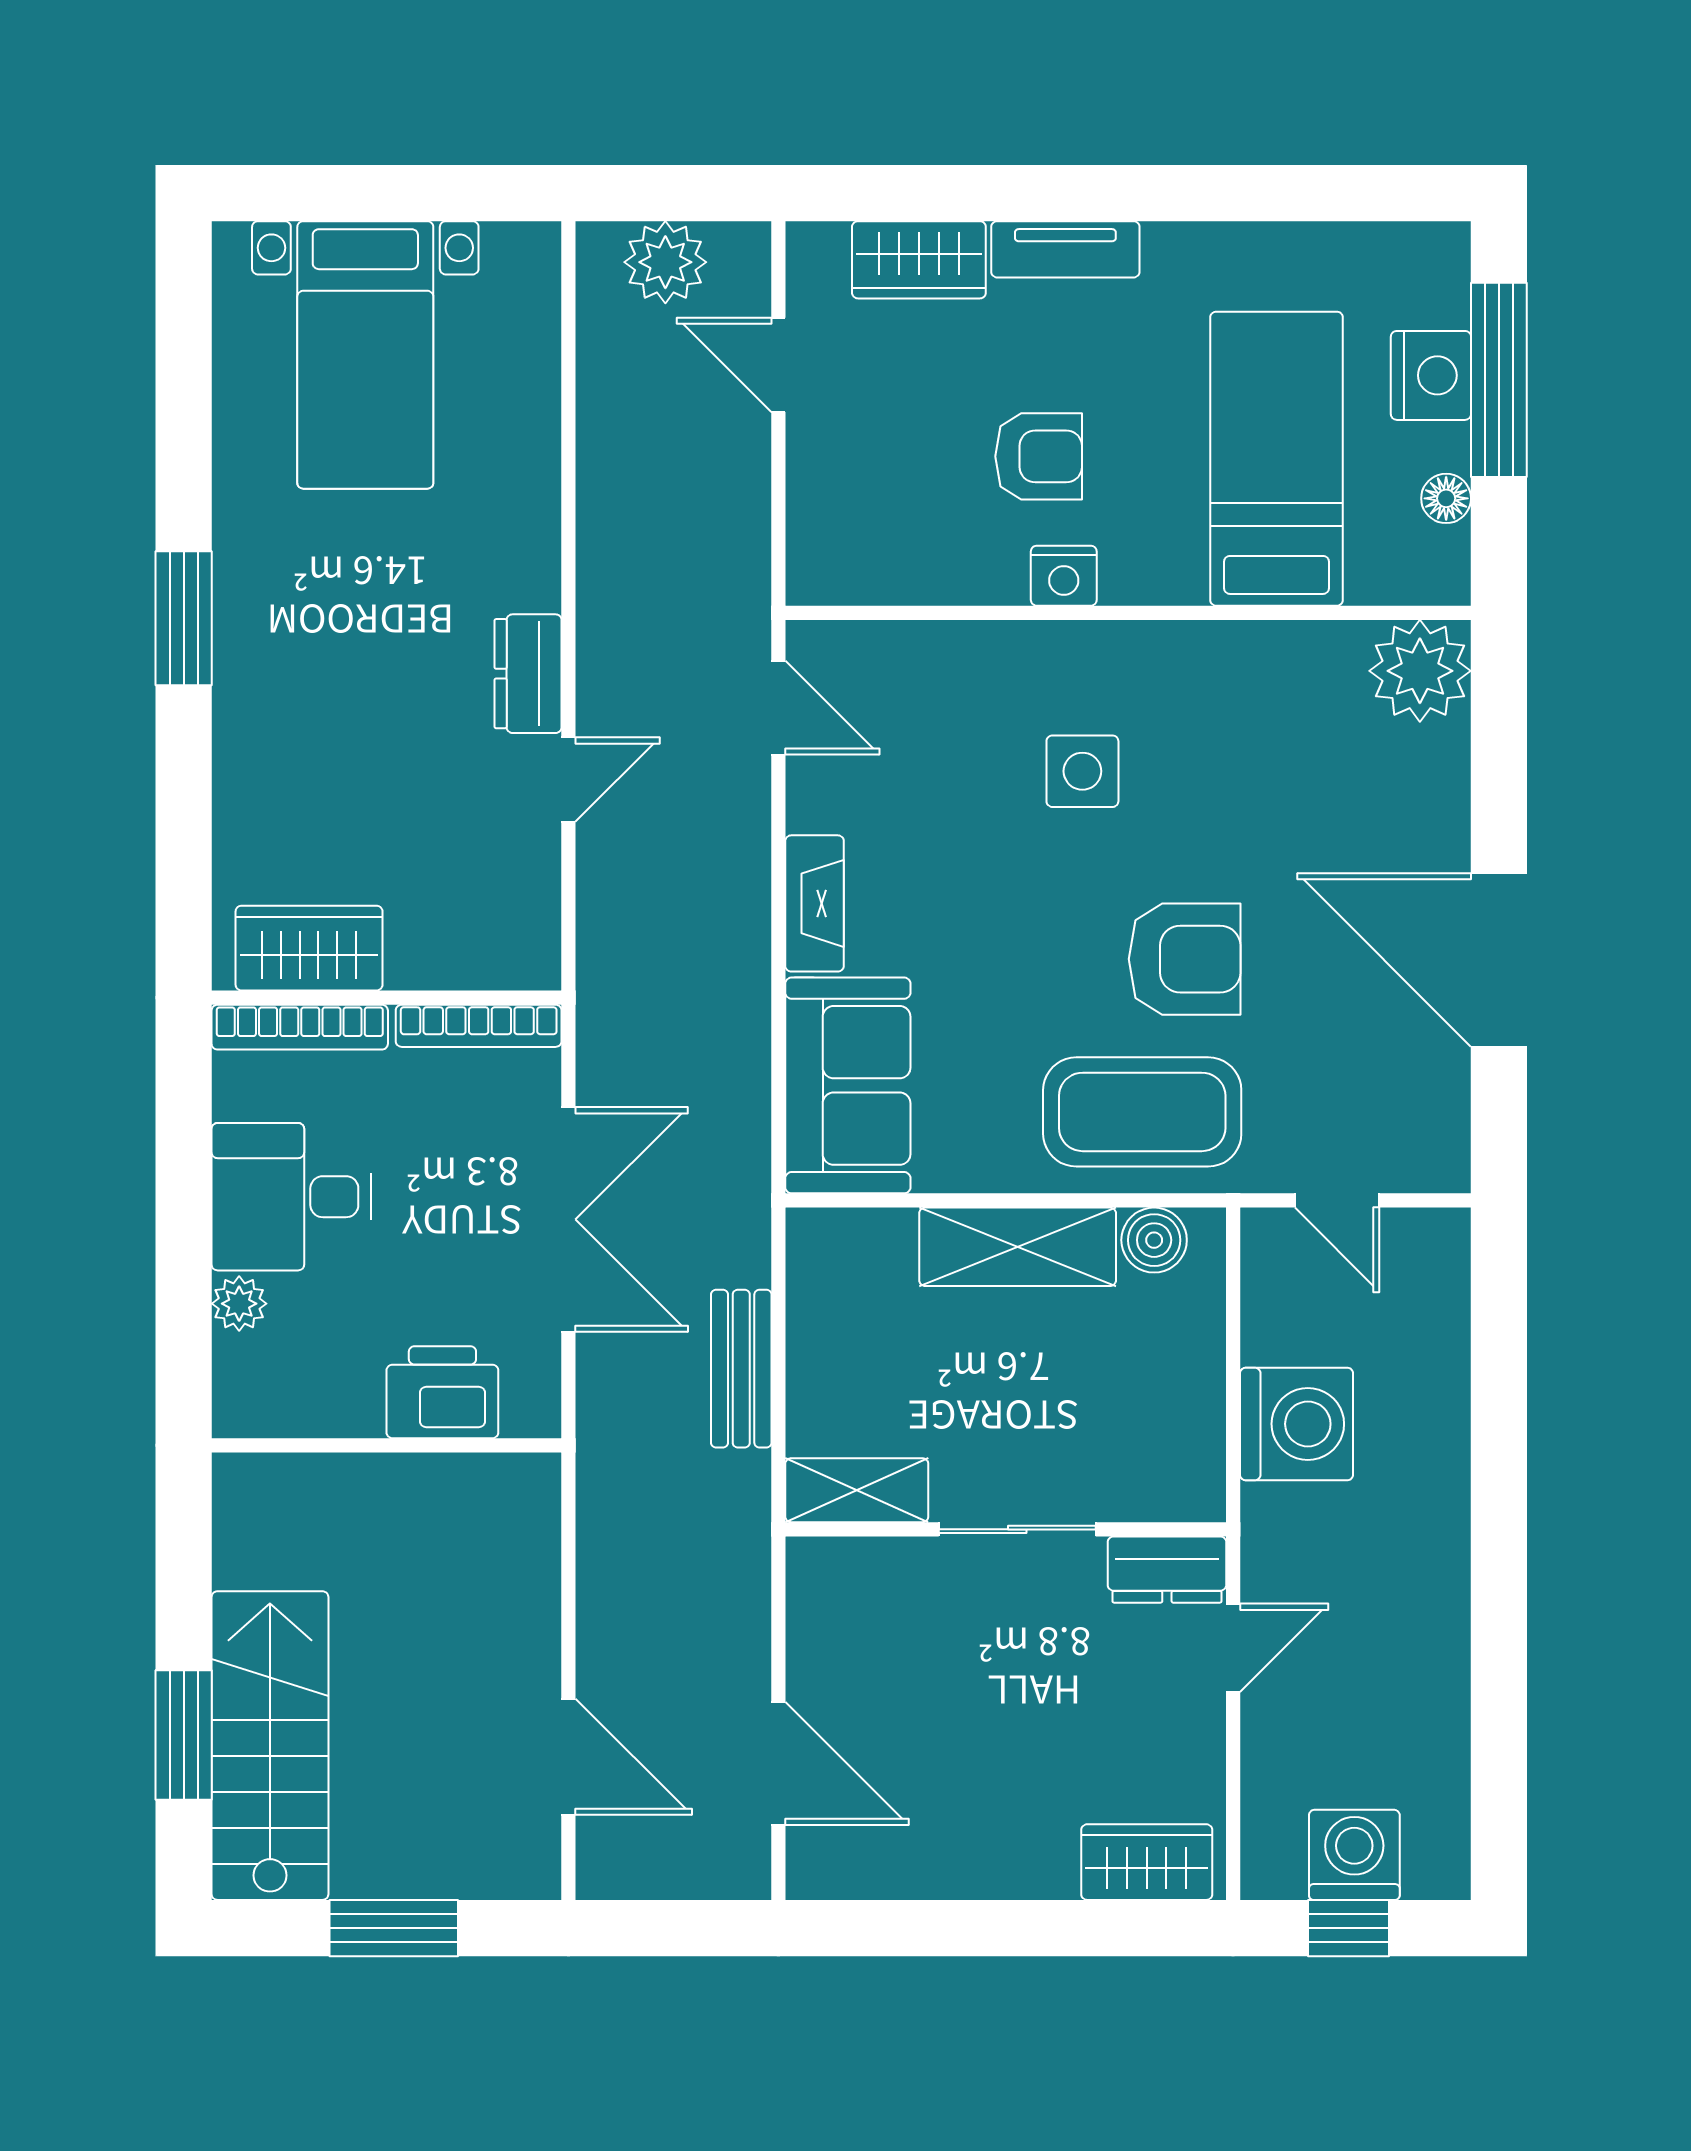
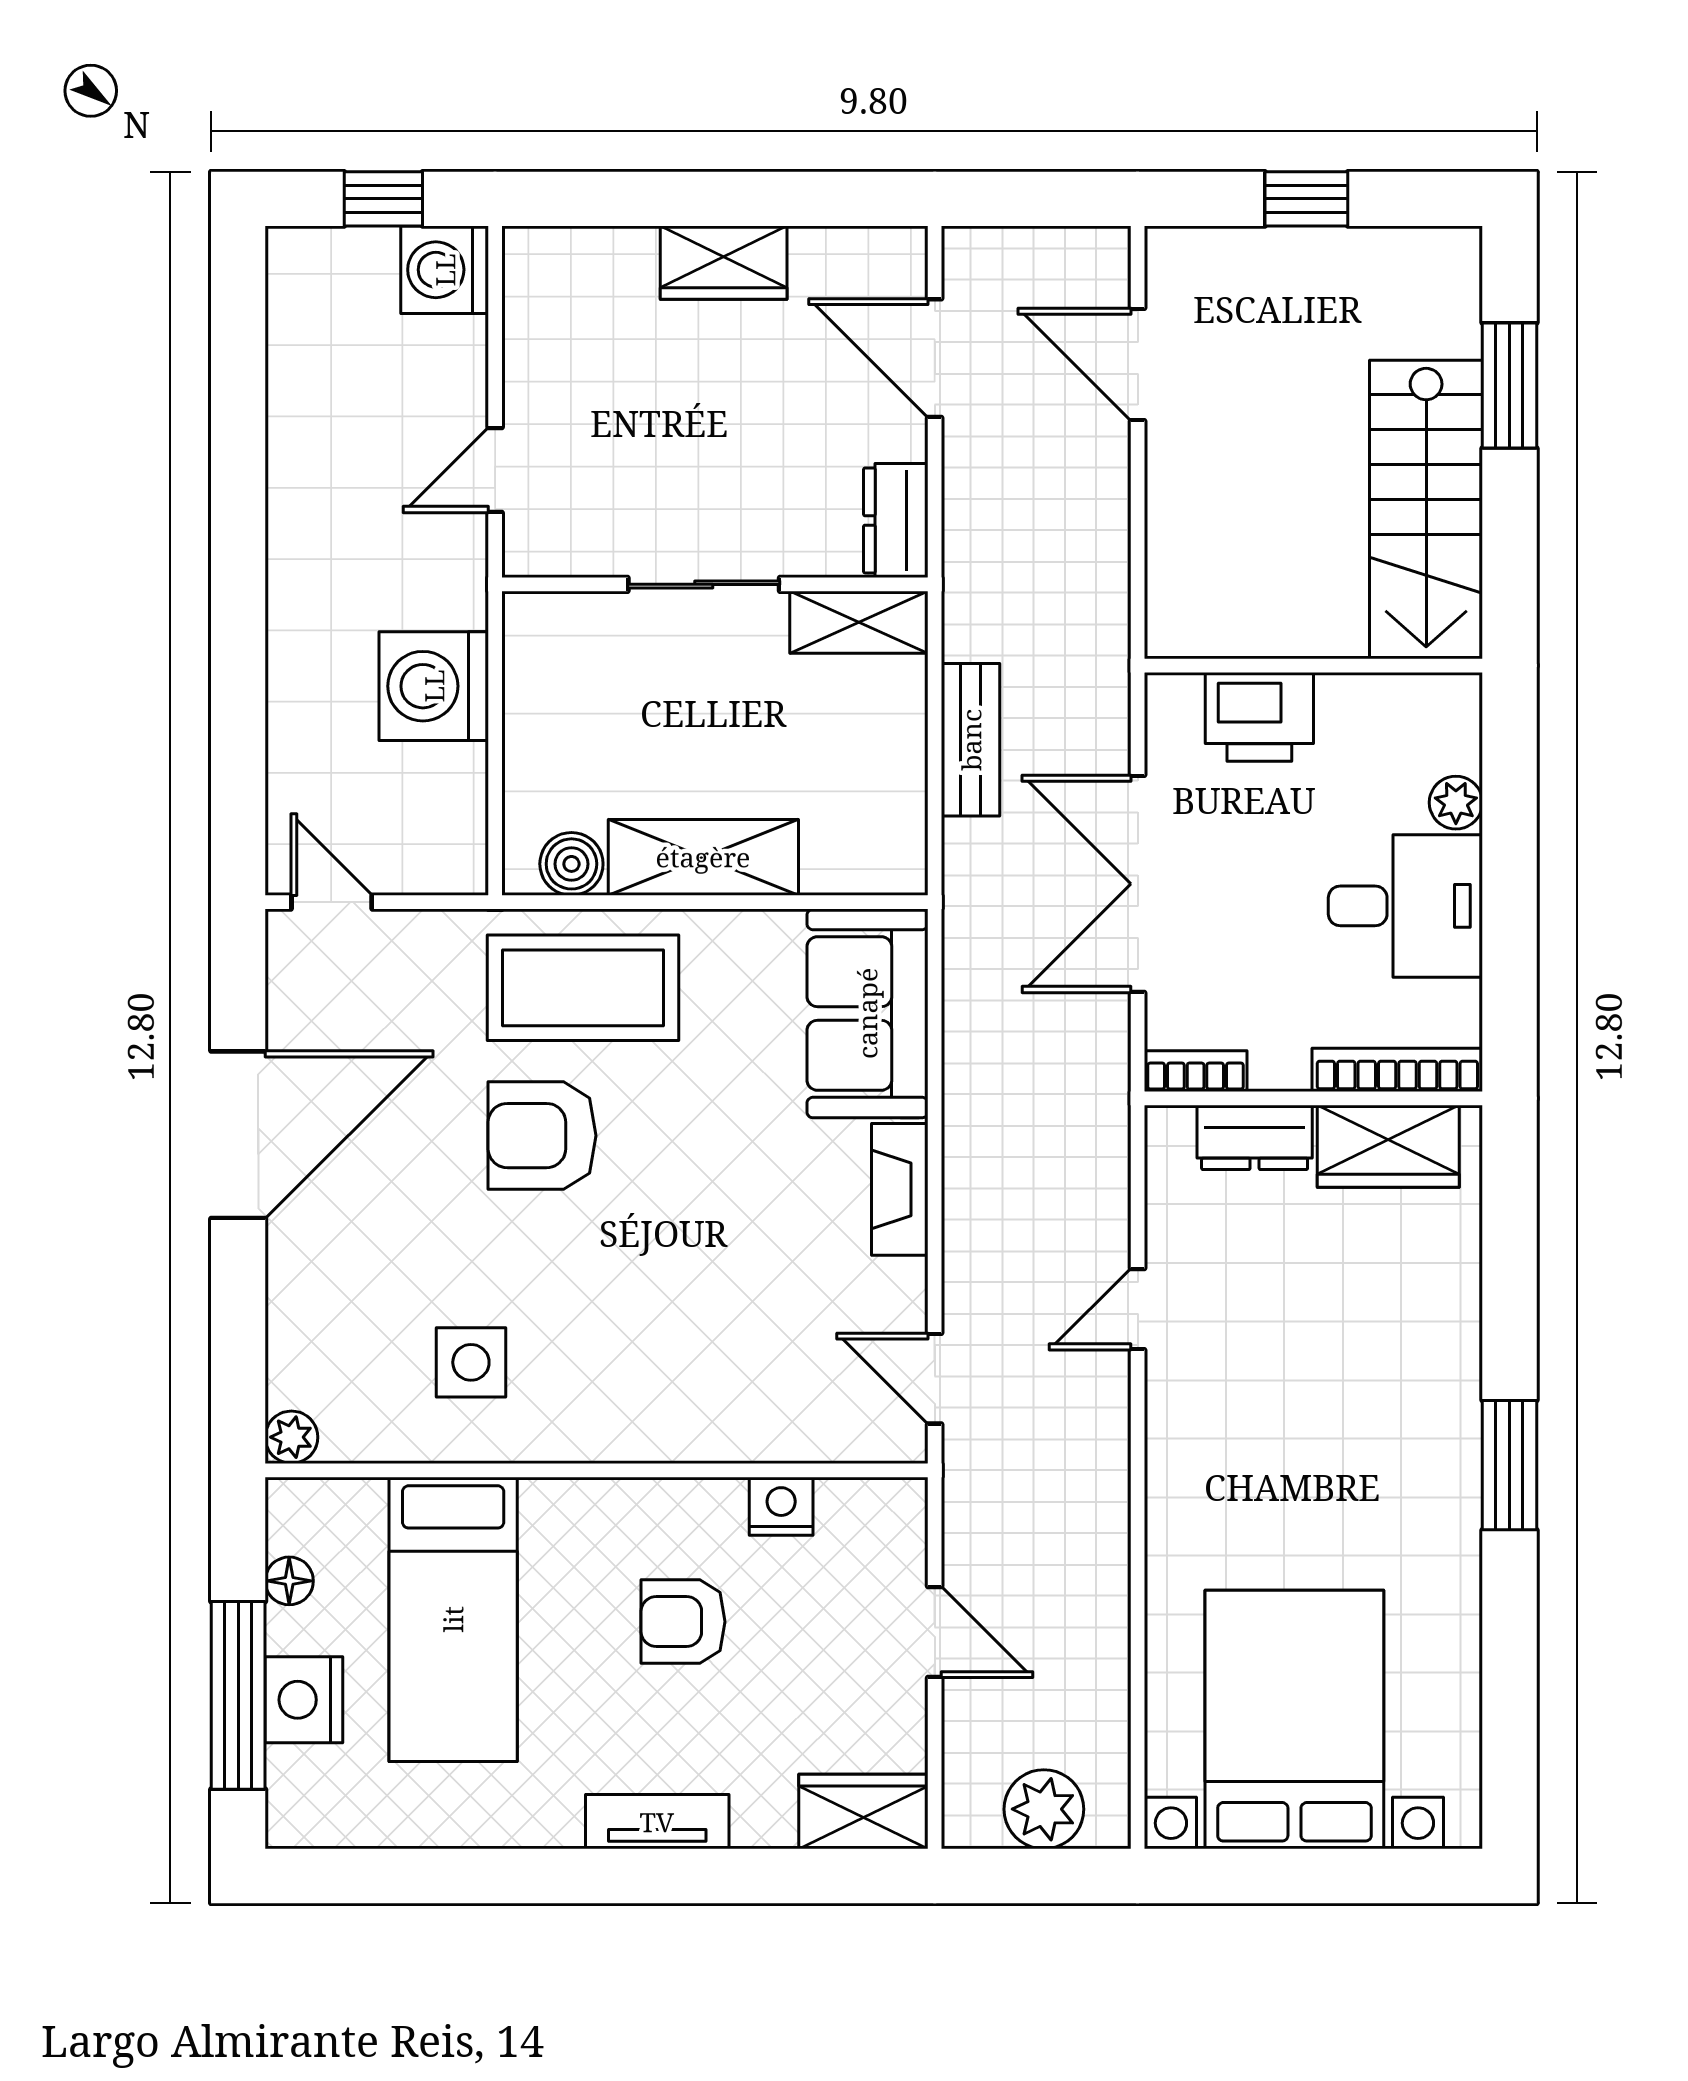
wardrobe: (919, 260) -> (863, 1812), moved
bed with nightstands: (365, 355) -> (1294, 1720), width x1.36
door: (778, 365) -> (935, 1632), moved
nightstand: (1064, 576) -> (781, 1506), moved
plant: (1420, 671) -> (291, 1437), width x0.53, depth x0.53
dresser: (528, 674) -> (1255, 1137), moved, turned 90
side table: (1082, 771) -> (471, 1362), moved
door: (1499, 960) -> (238, 1135), hinge flipped
bookcase: (479, 1026) -> (1196, 1071), width x0.64
door: (1337, 1200) -> (332, 902), moved
dresser: (1167, 1570) -> (896, 520), moved, turned -90
stairs: (270, 1746) -> (1426, 509), moved
washing machine: (1354, 1855) -> (445, 270), moved, turned 90
wardrobe: (1147, 1862) -> (724, 263), moved
window: (394, 1928) -> (1306, 199), width x0.67

